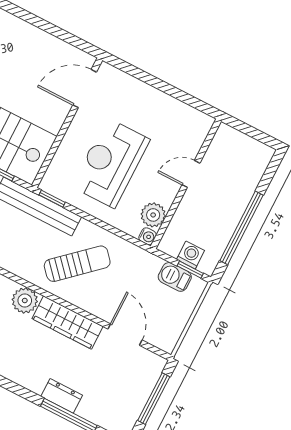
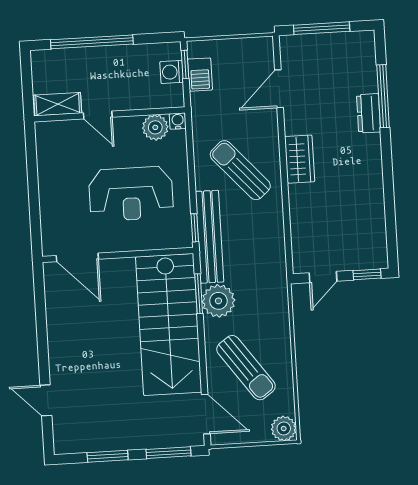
shelving: (219, 147) -> (58, 104), added
window: (242, 228) -> (92, 42), moved
plant: (25, 301) -> (302, 198), removed
wardrobe: (67, 323) -> (300, 159), width x0.67

